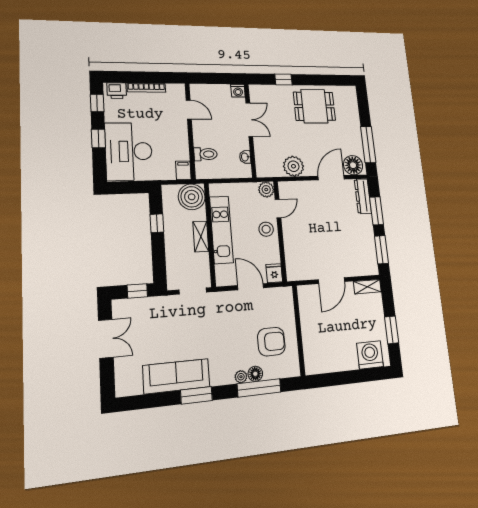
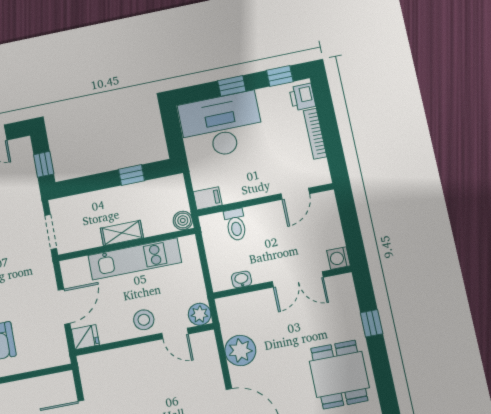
boiler: (192, 197) -> (183, 220), width x0.54, depth x0.54

